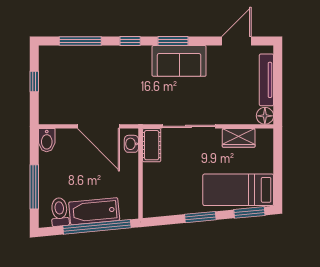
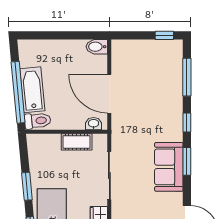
window: (34, 82) -> (164, 35), moved
door: (98, 126) -> (109, 94), hinge flipped
cot: (152, 145) -> (77, 142), moved
window: (34, 187) -> (54, 35), removed
toilet: (60, 212) -> (38, 121), moved

